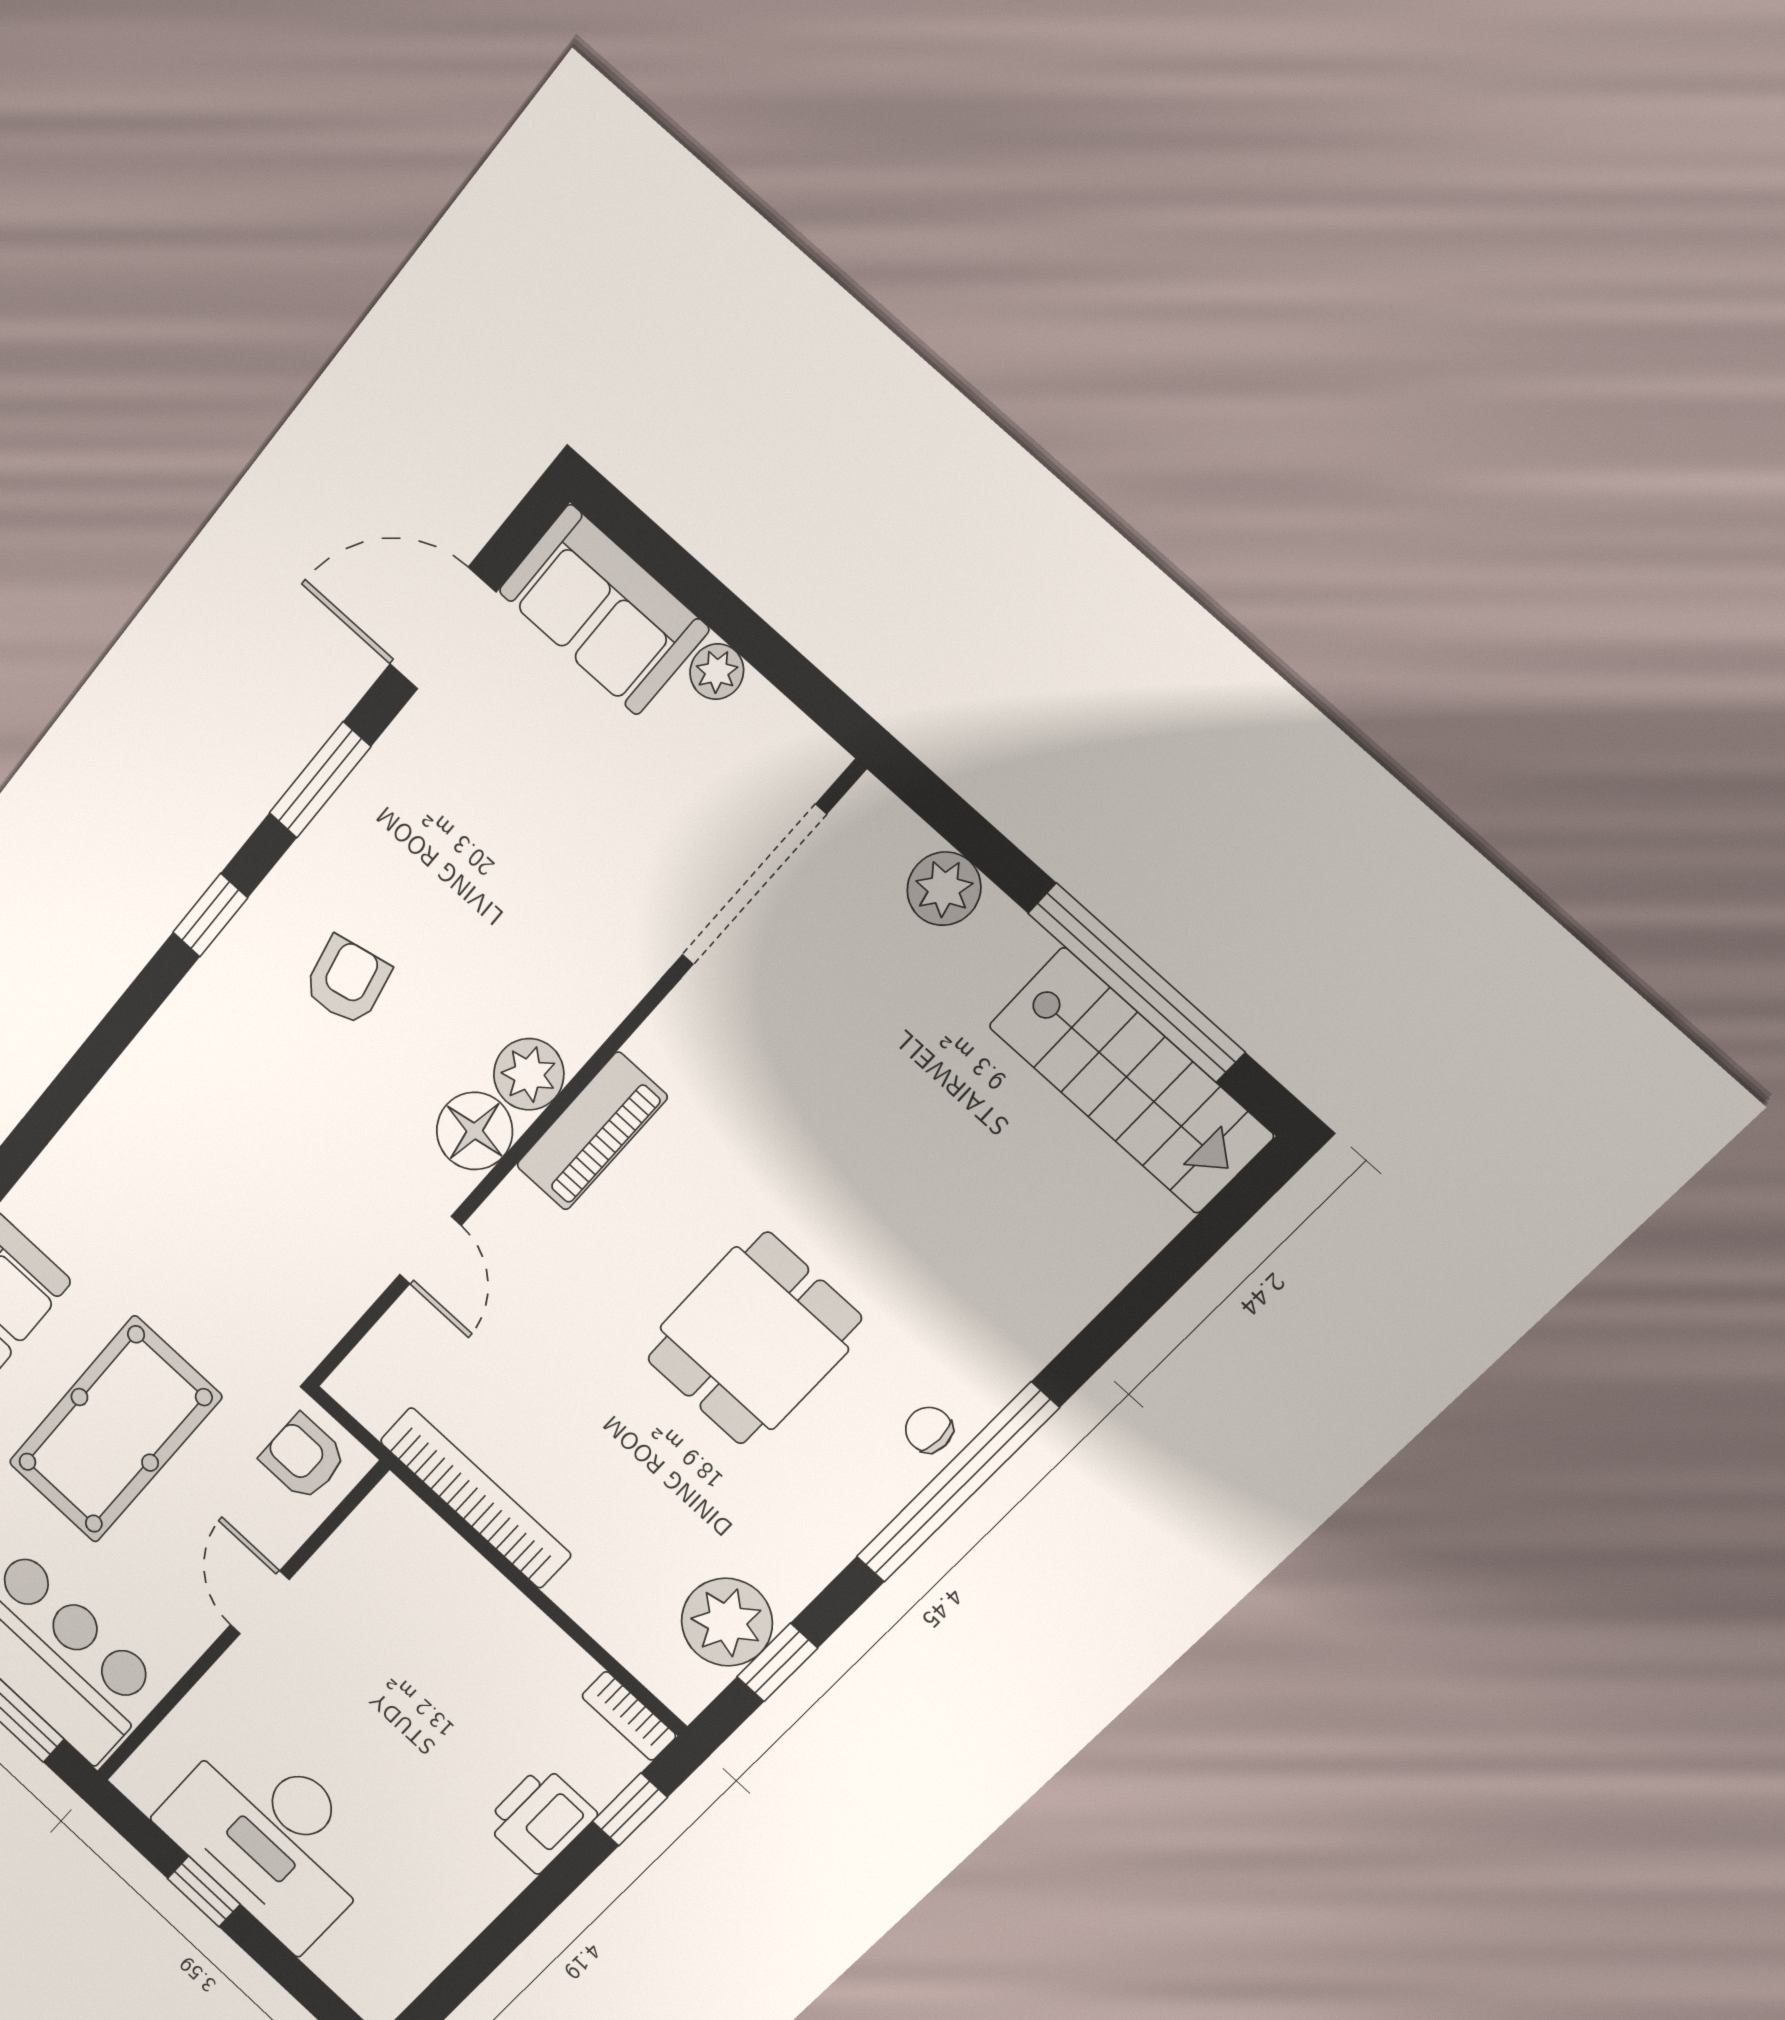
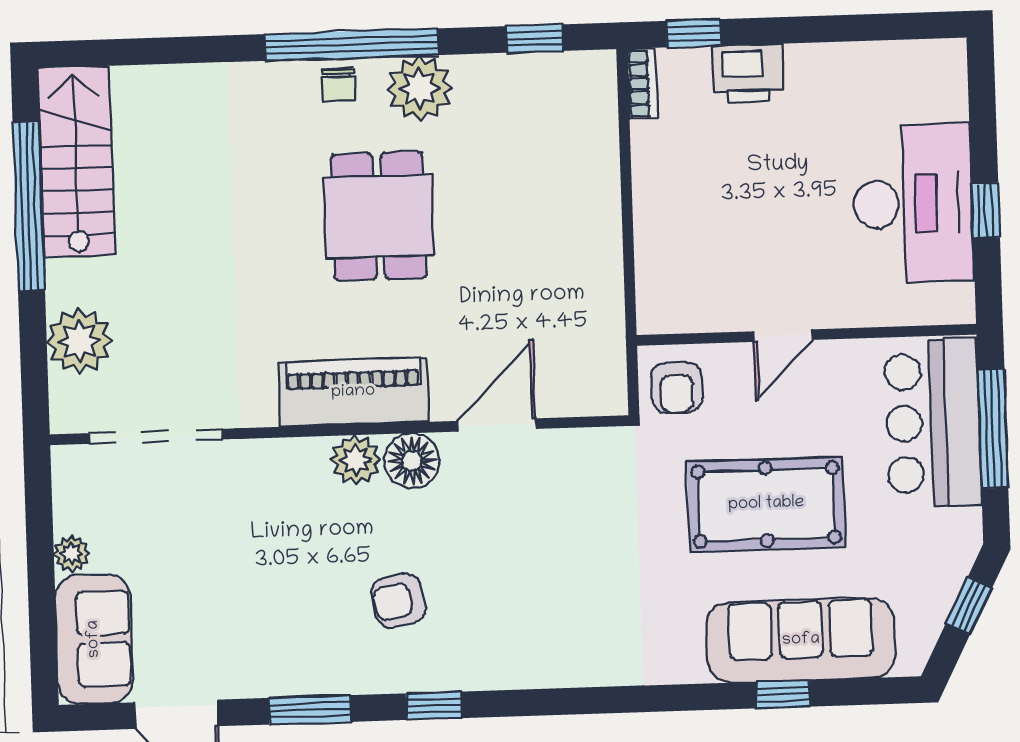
plant: (944, 889) -> (80, 341), width x1.36, depth x1.36
piano: (592, 1131) -> (353, 392), width x1.37, depth x1.33
door: (430, 1250) -> (497, 425), width x1.38
dining table: (754, 1339) -> (379, 216), turned 90
bookcase: (476, 1498) -> (606, 276), removed
plant: (727, 1622) -> (420, 88), moved

